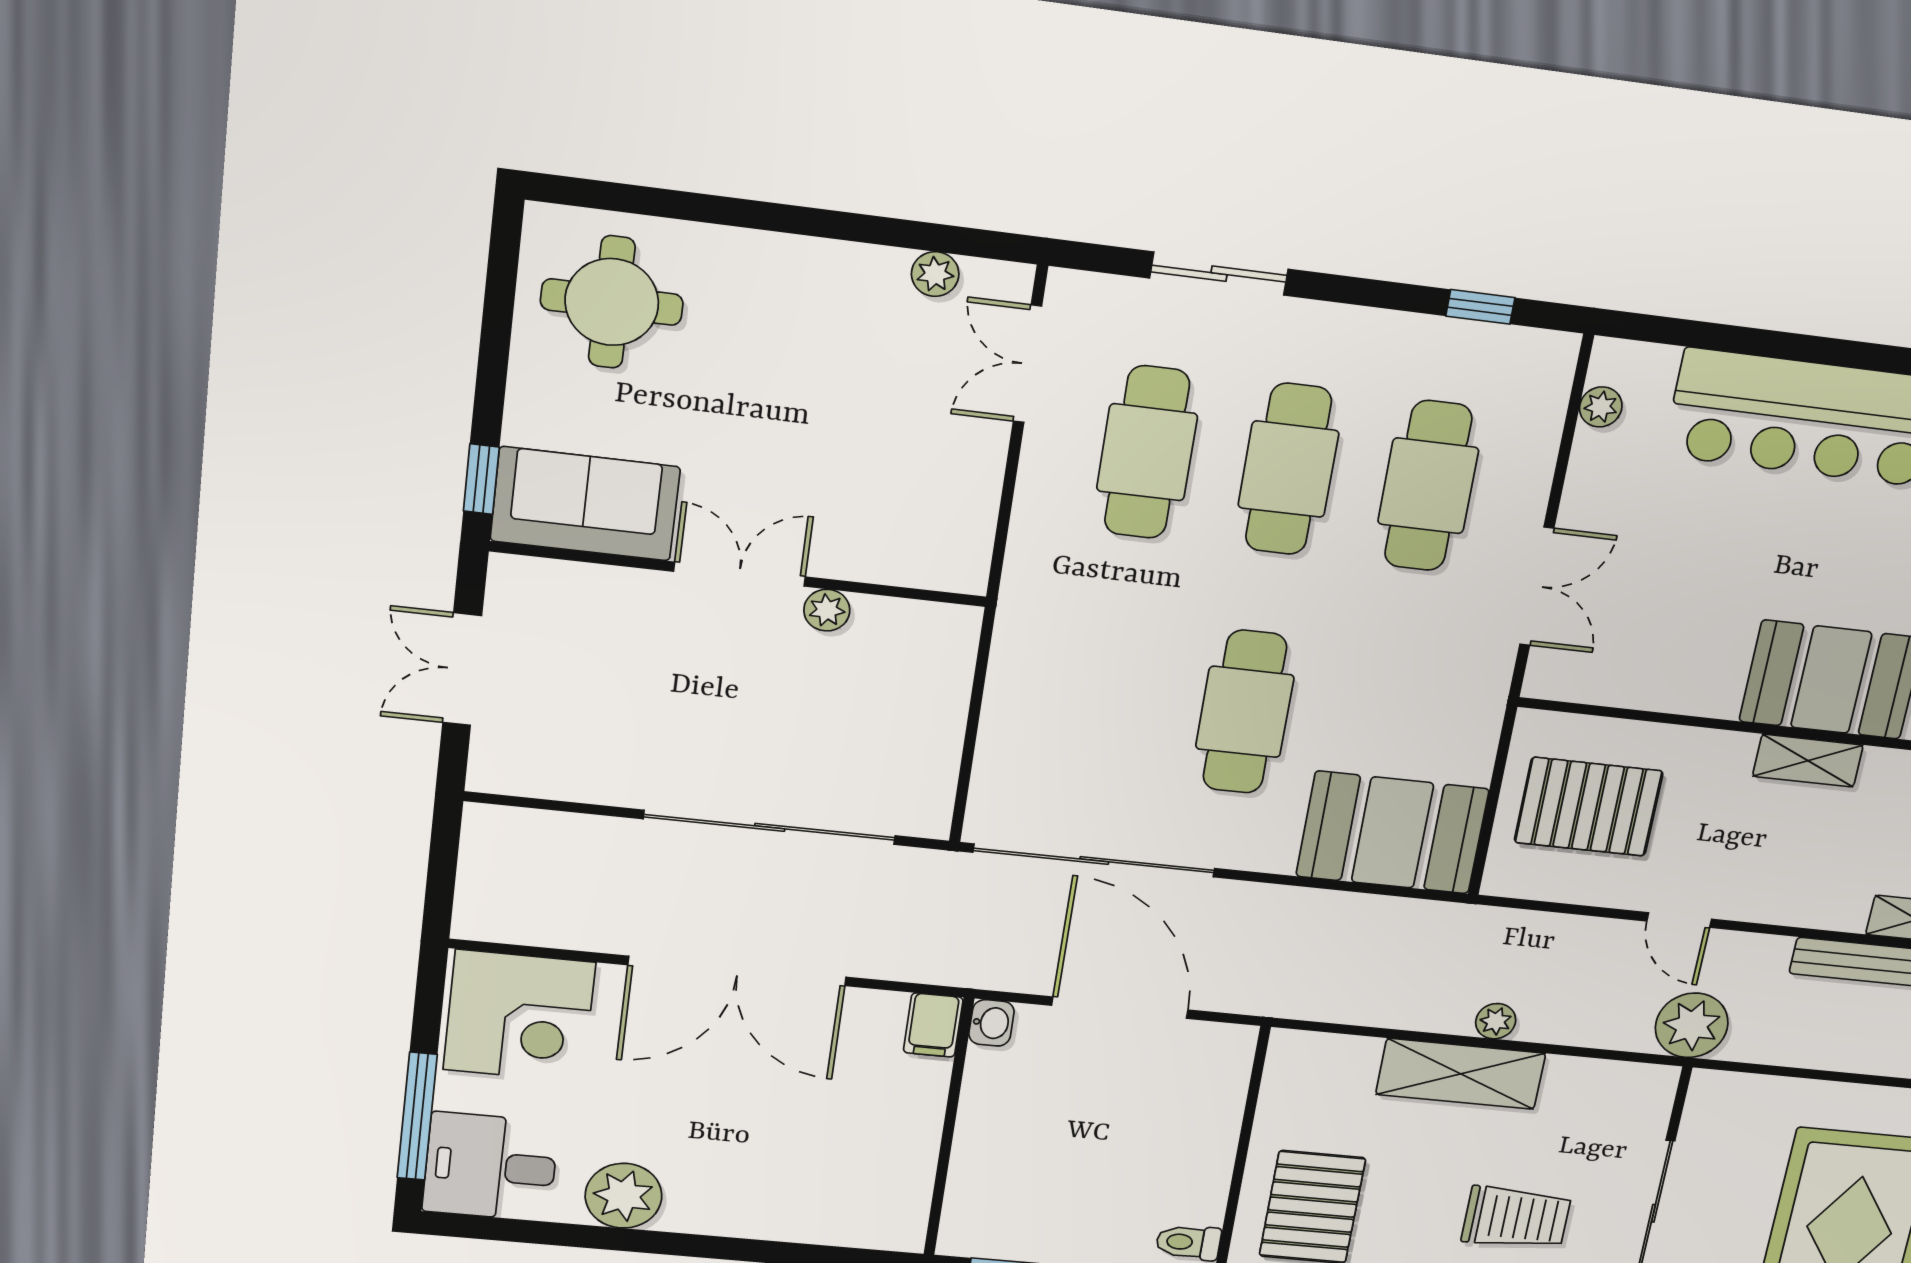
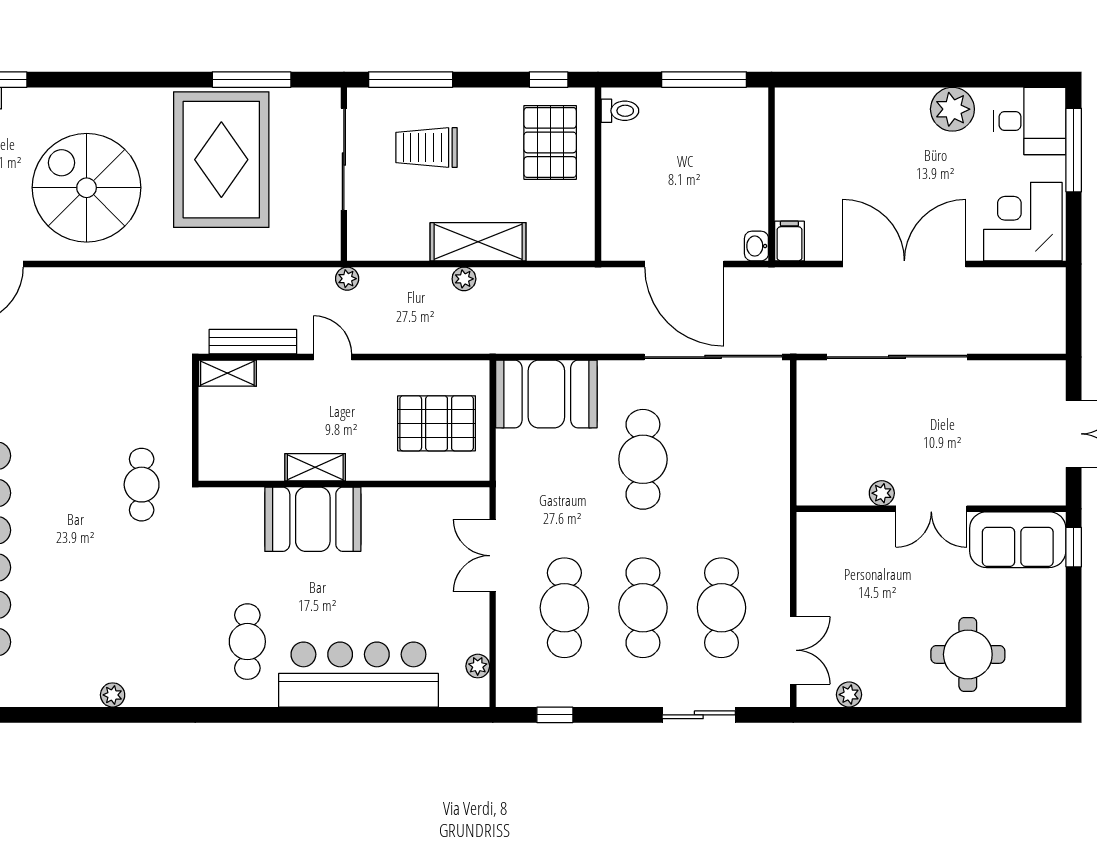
round table: (612, 302) -> (968, 654), moved
door: (1679, 920) -> (332, 357), moved
plant: (1692, 1025) -> (347, 279), width x0.53, depth x0.53

